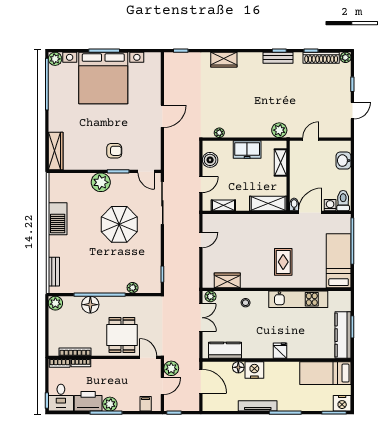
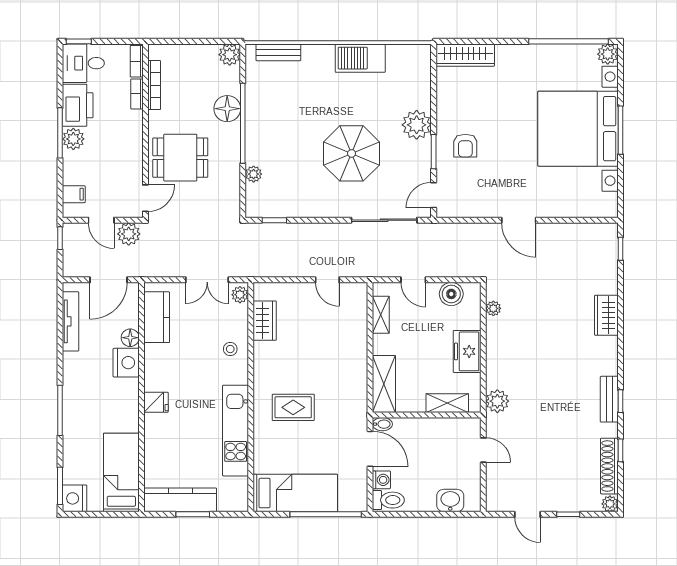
tv unit: (258, 406) -> (70, 321), moved

